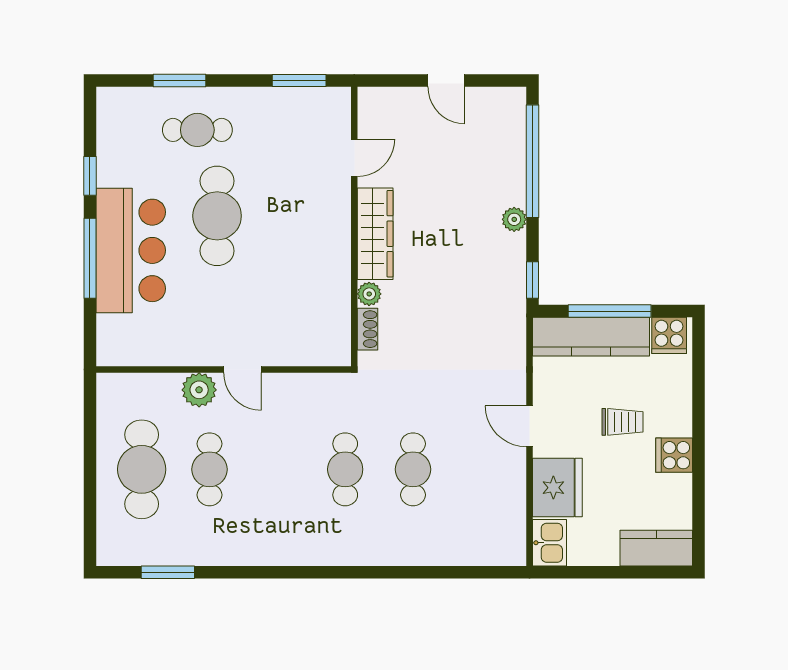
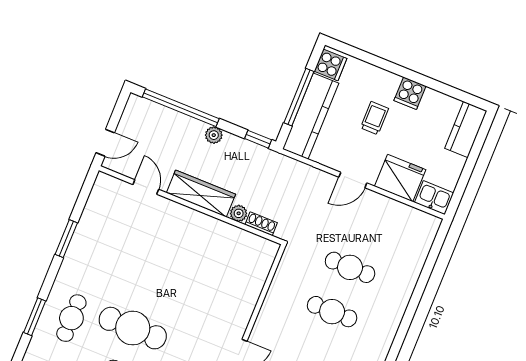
door: (354, 158) -> (146, 187), moved
wall: (354, 227) -> (191, 205), moved
wardrobe: (375, 234) -> (201, 194), moved
plant: (369, 294) -> (239, 213), moved
shoe rack: (367, 329) -> (261, 224), moved

